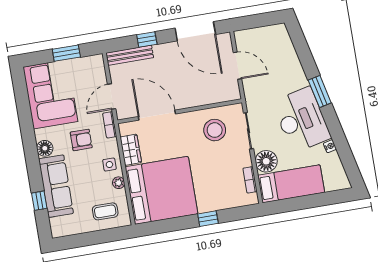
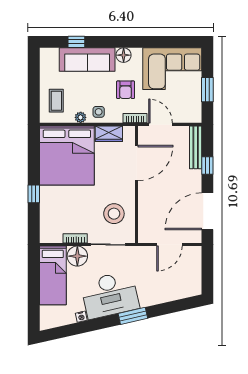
bookcase: (250, 180) -> (75, 238), moved

